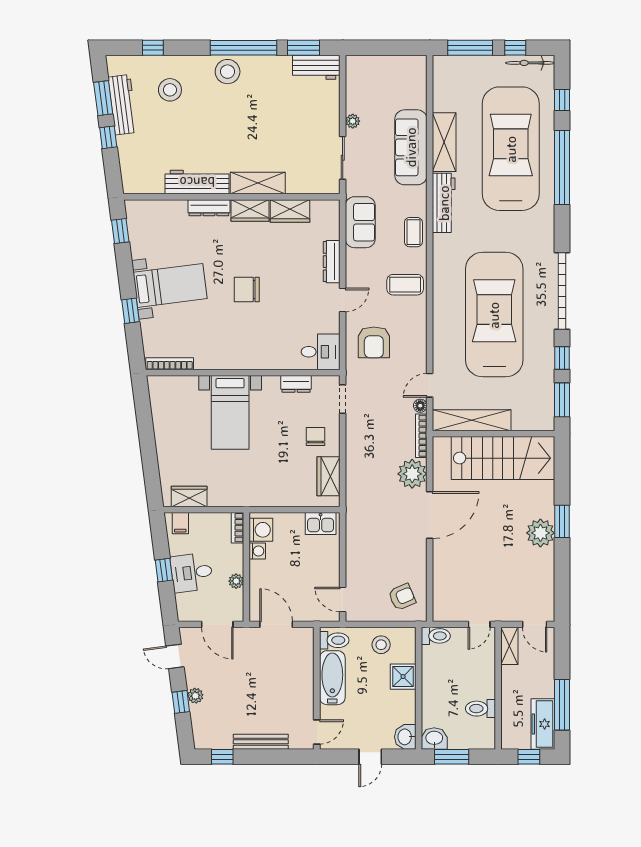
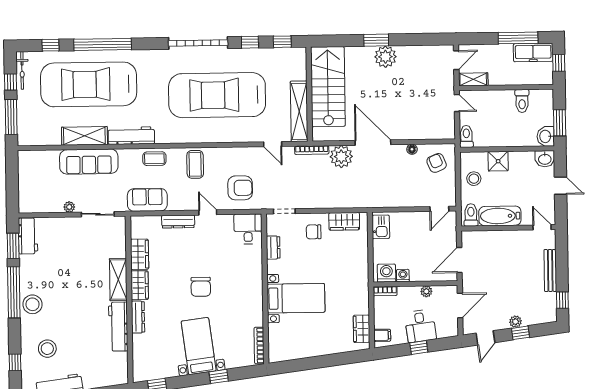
window: (562, 400) -> (282, 42), width x0.67
floor lamp: (420, 406) -> (412, 149), moved

